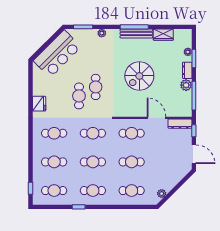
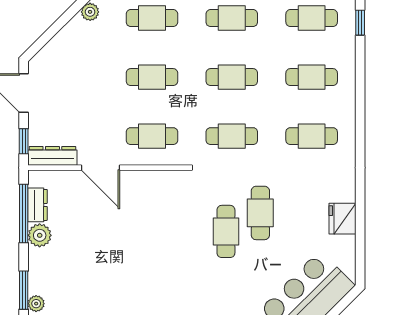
dresser: (187, 70) -> (37, 205), moved
spiral stairs: (139, 76) -> (136, 254), removed
fridge: (39, 104) -> (342, 219), moved

